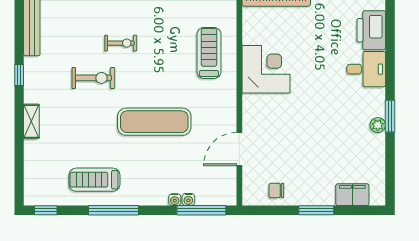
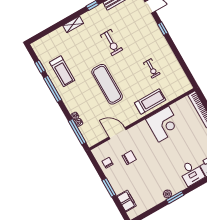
exercise bike: (121, 43) -> (152, 68), moved
treadmill: (209, 53) -> (150, 102), moved
chair: (288, 152) -> (129, 158), added
treadmill: (95, 180) -> (62, 71), turned 180
window: (46, 210) -> (40, 67), moved

